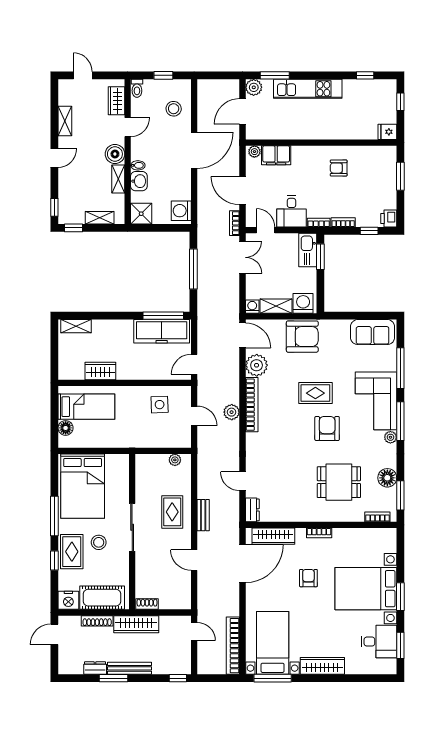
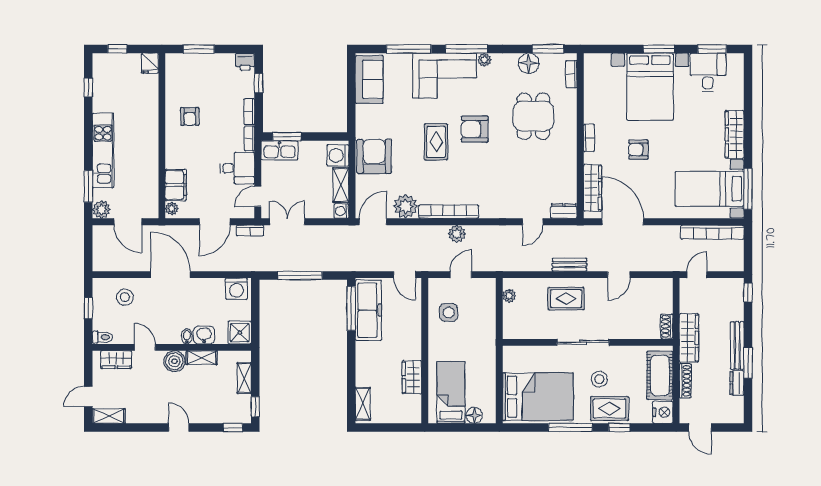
shelving: (65, 121) -> (109, 416), moved

